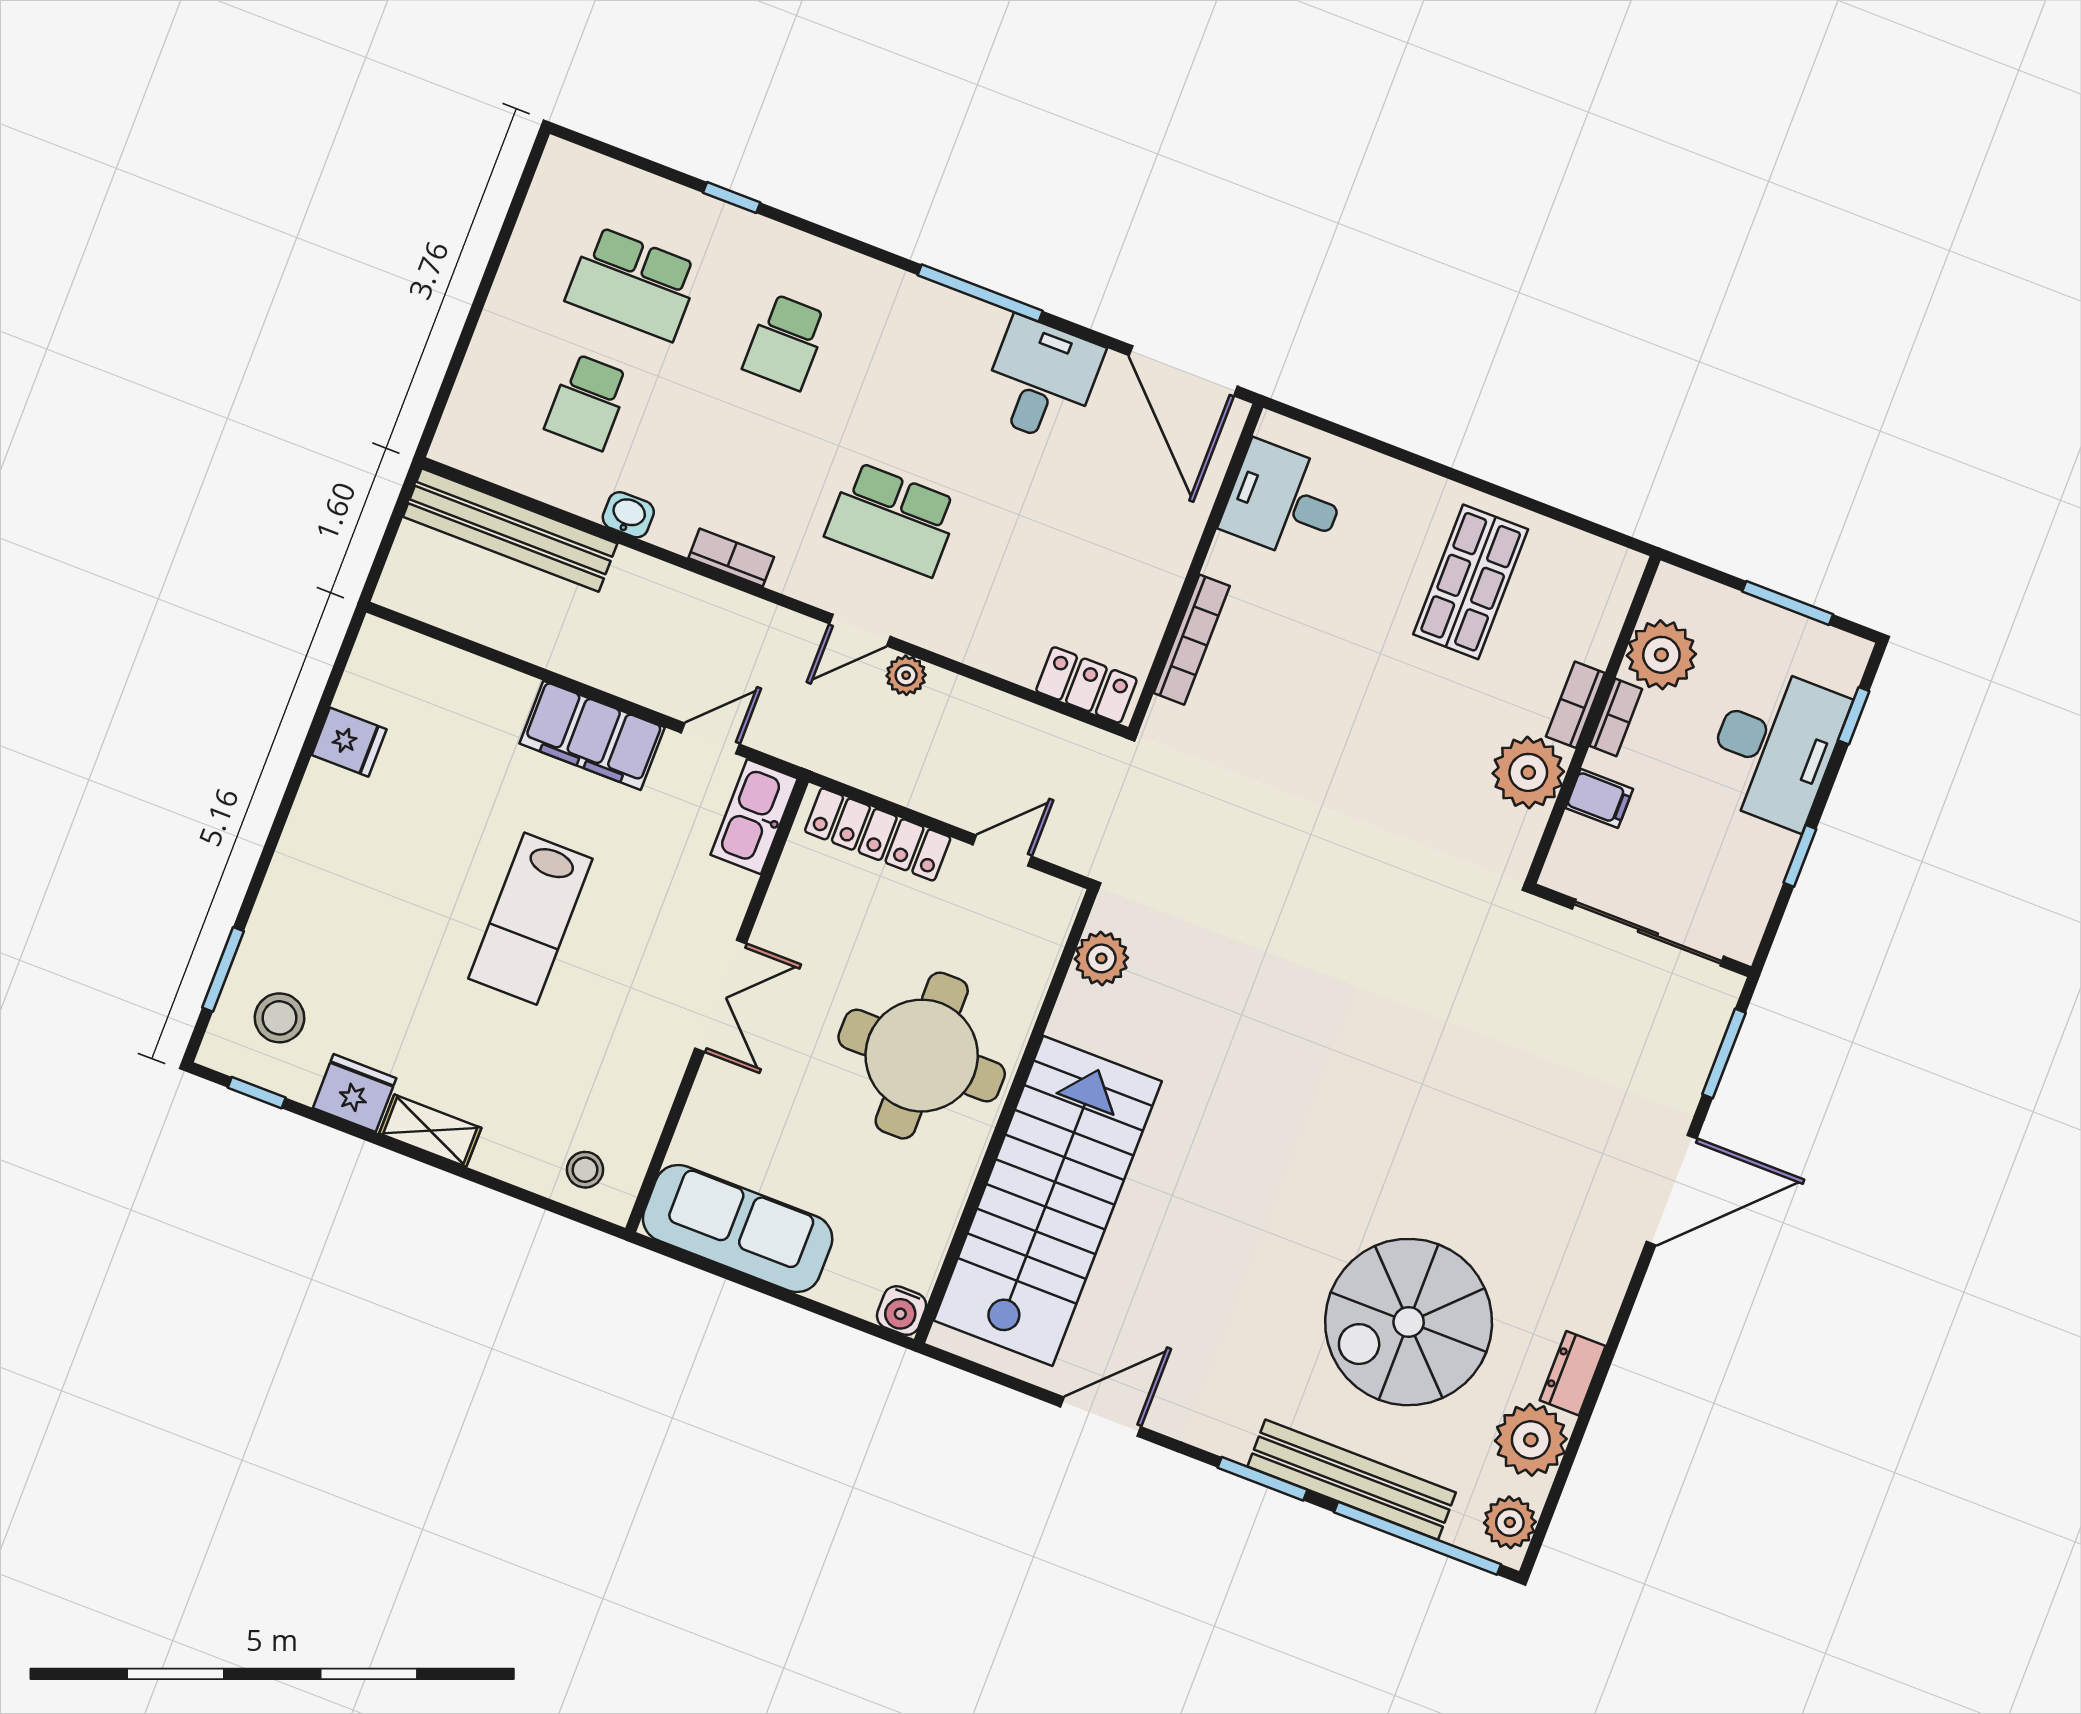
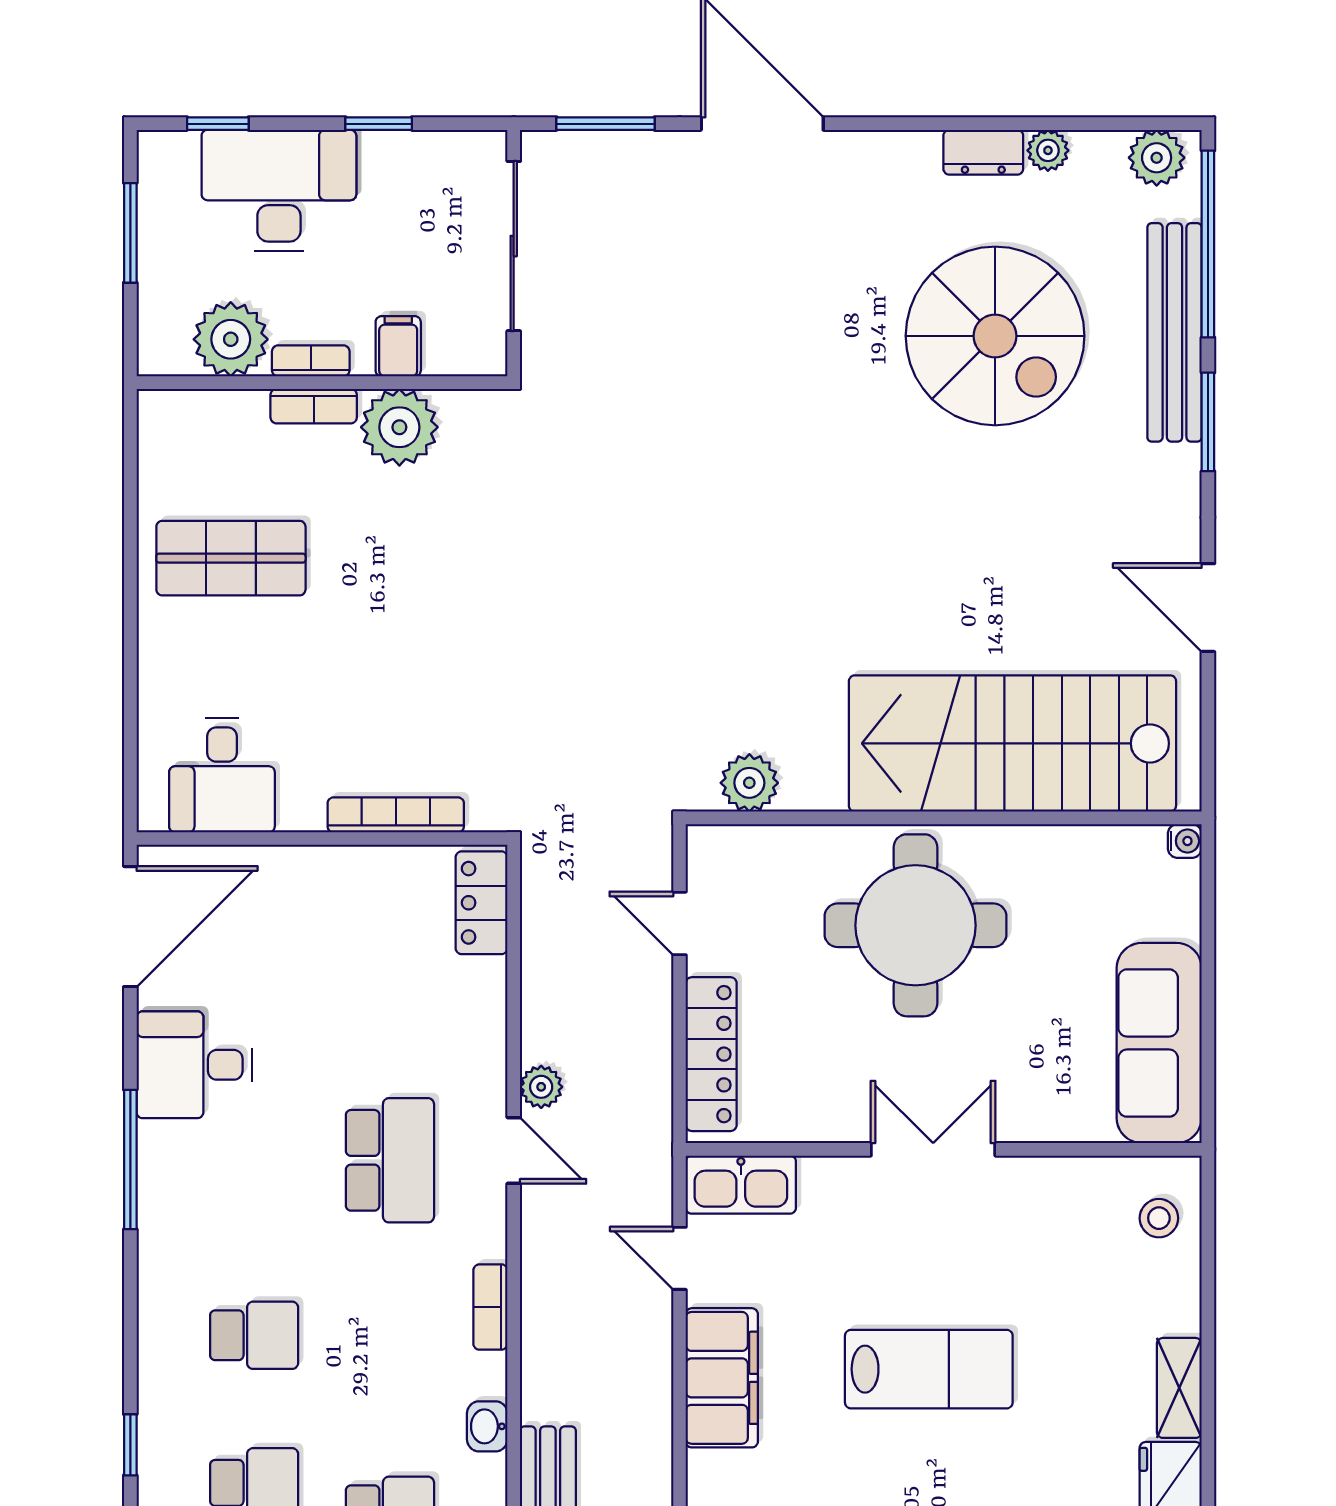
water cooler: (902, 1311) -> (1185, 841), width x0.72, depth x0.72
plant: (1531, 1440) -> (1048, 150), width x0.53, depth x0.53

